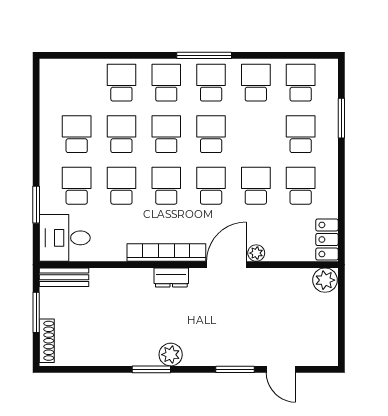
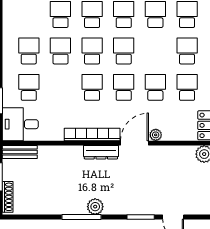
school desk: (121, 186) -> (60, 87), removed
dresser: (171, 278) -> (101, 152), width x1.44
window: (151, 369) -> (82, 217), width x1.44

